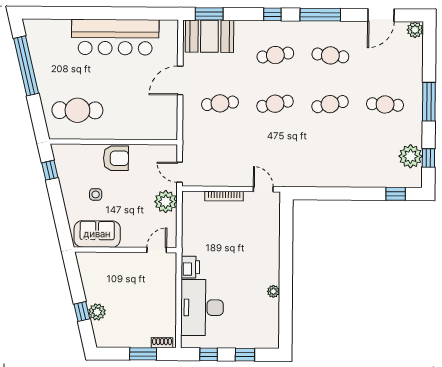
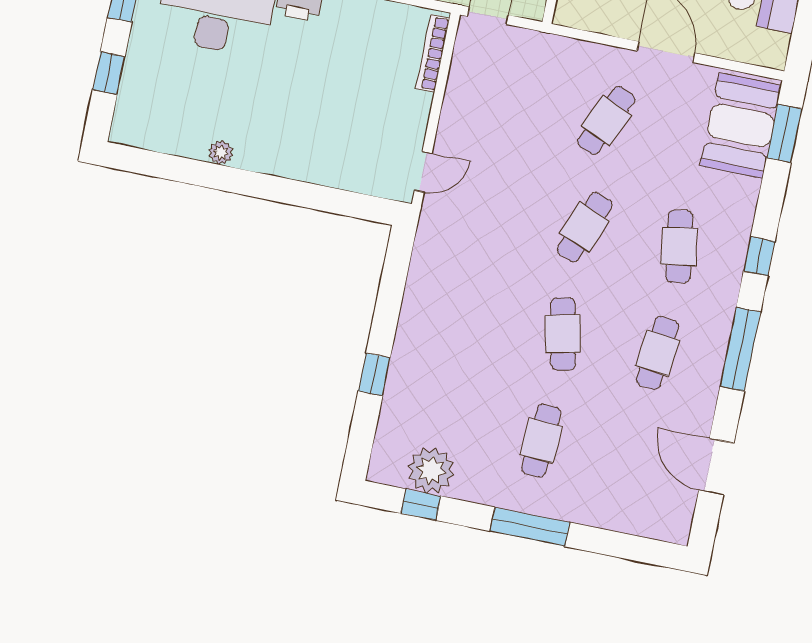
plant: (415, 30) -> (675, 527), removed
cafe table: (220, 103) -> (606, 120), turned 30
cafe table: (275, 104) -> (585, 227), turned 33
window: (396, 194) -> (374, 374), moved
bookcase: (224, 196) -> (433, 53), moved

